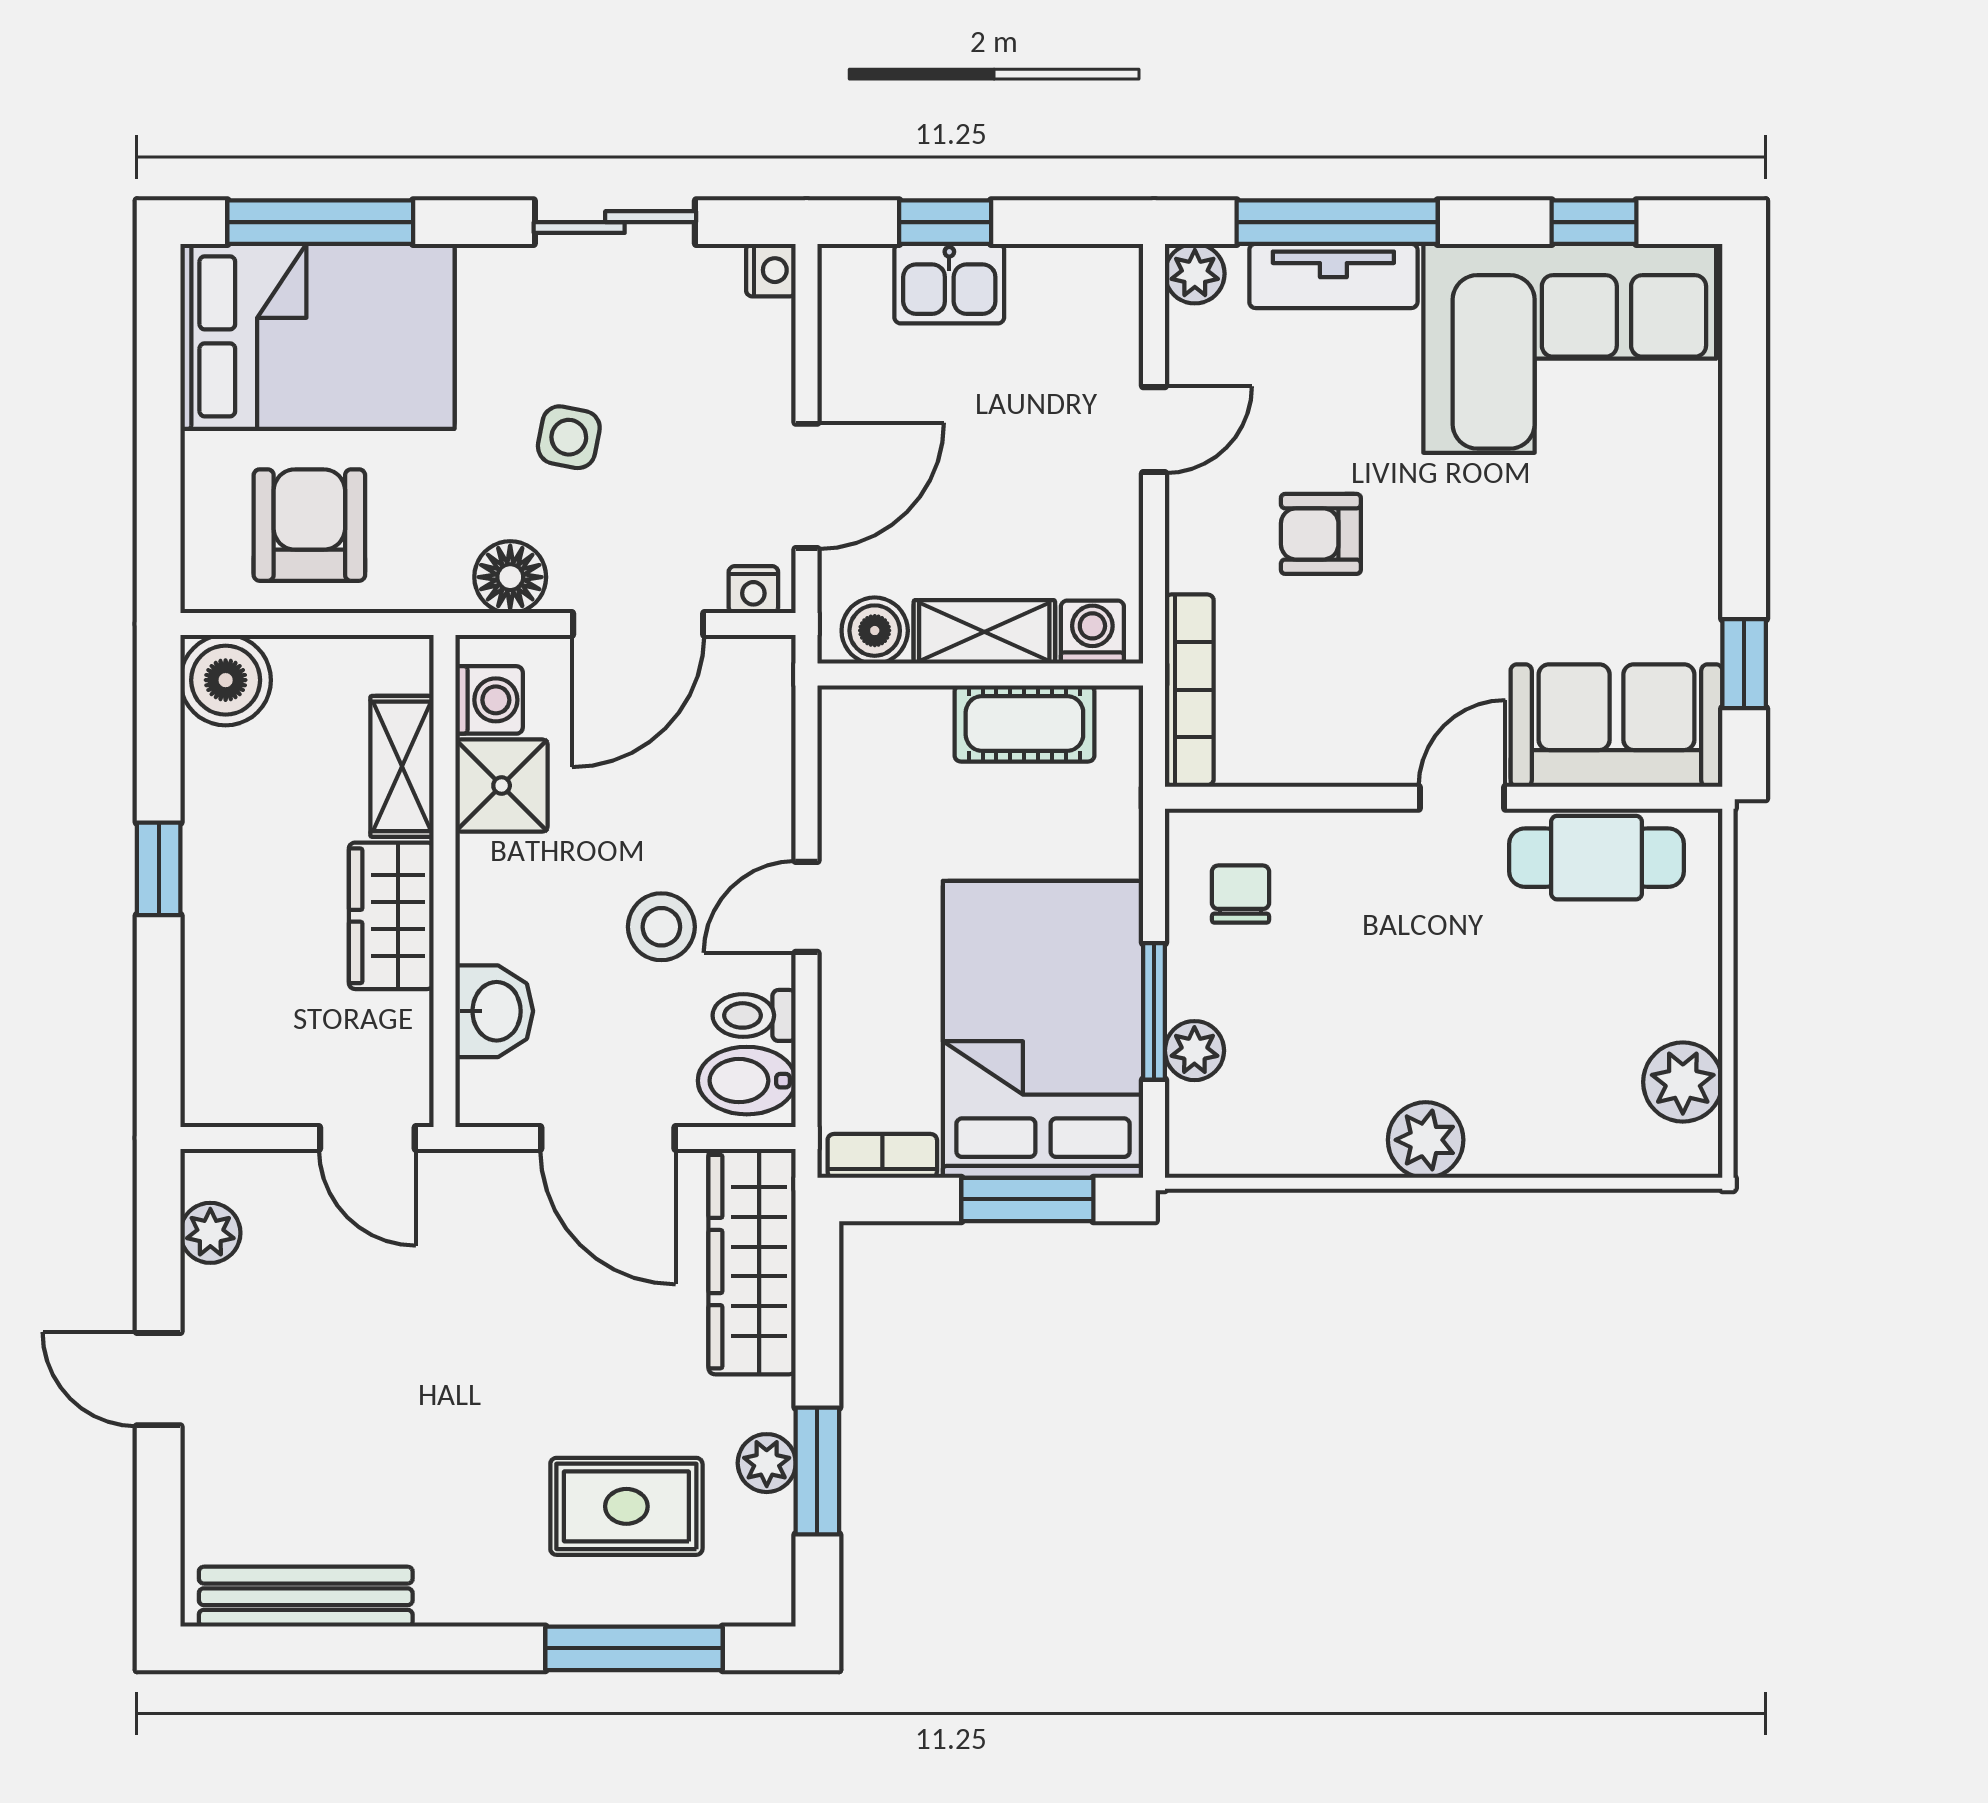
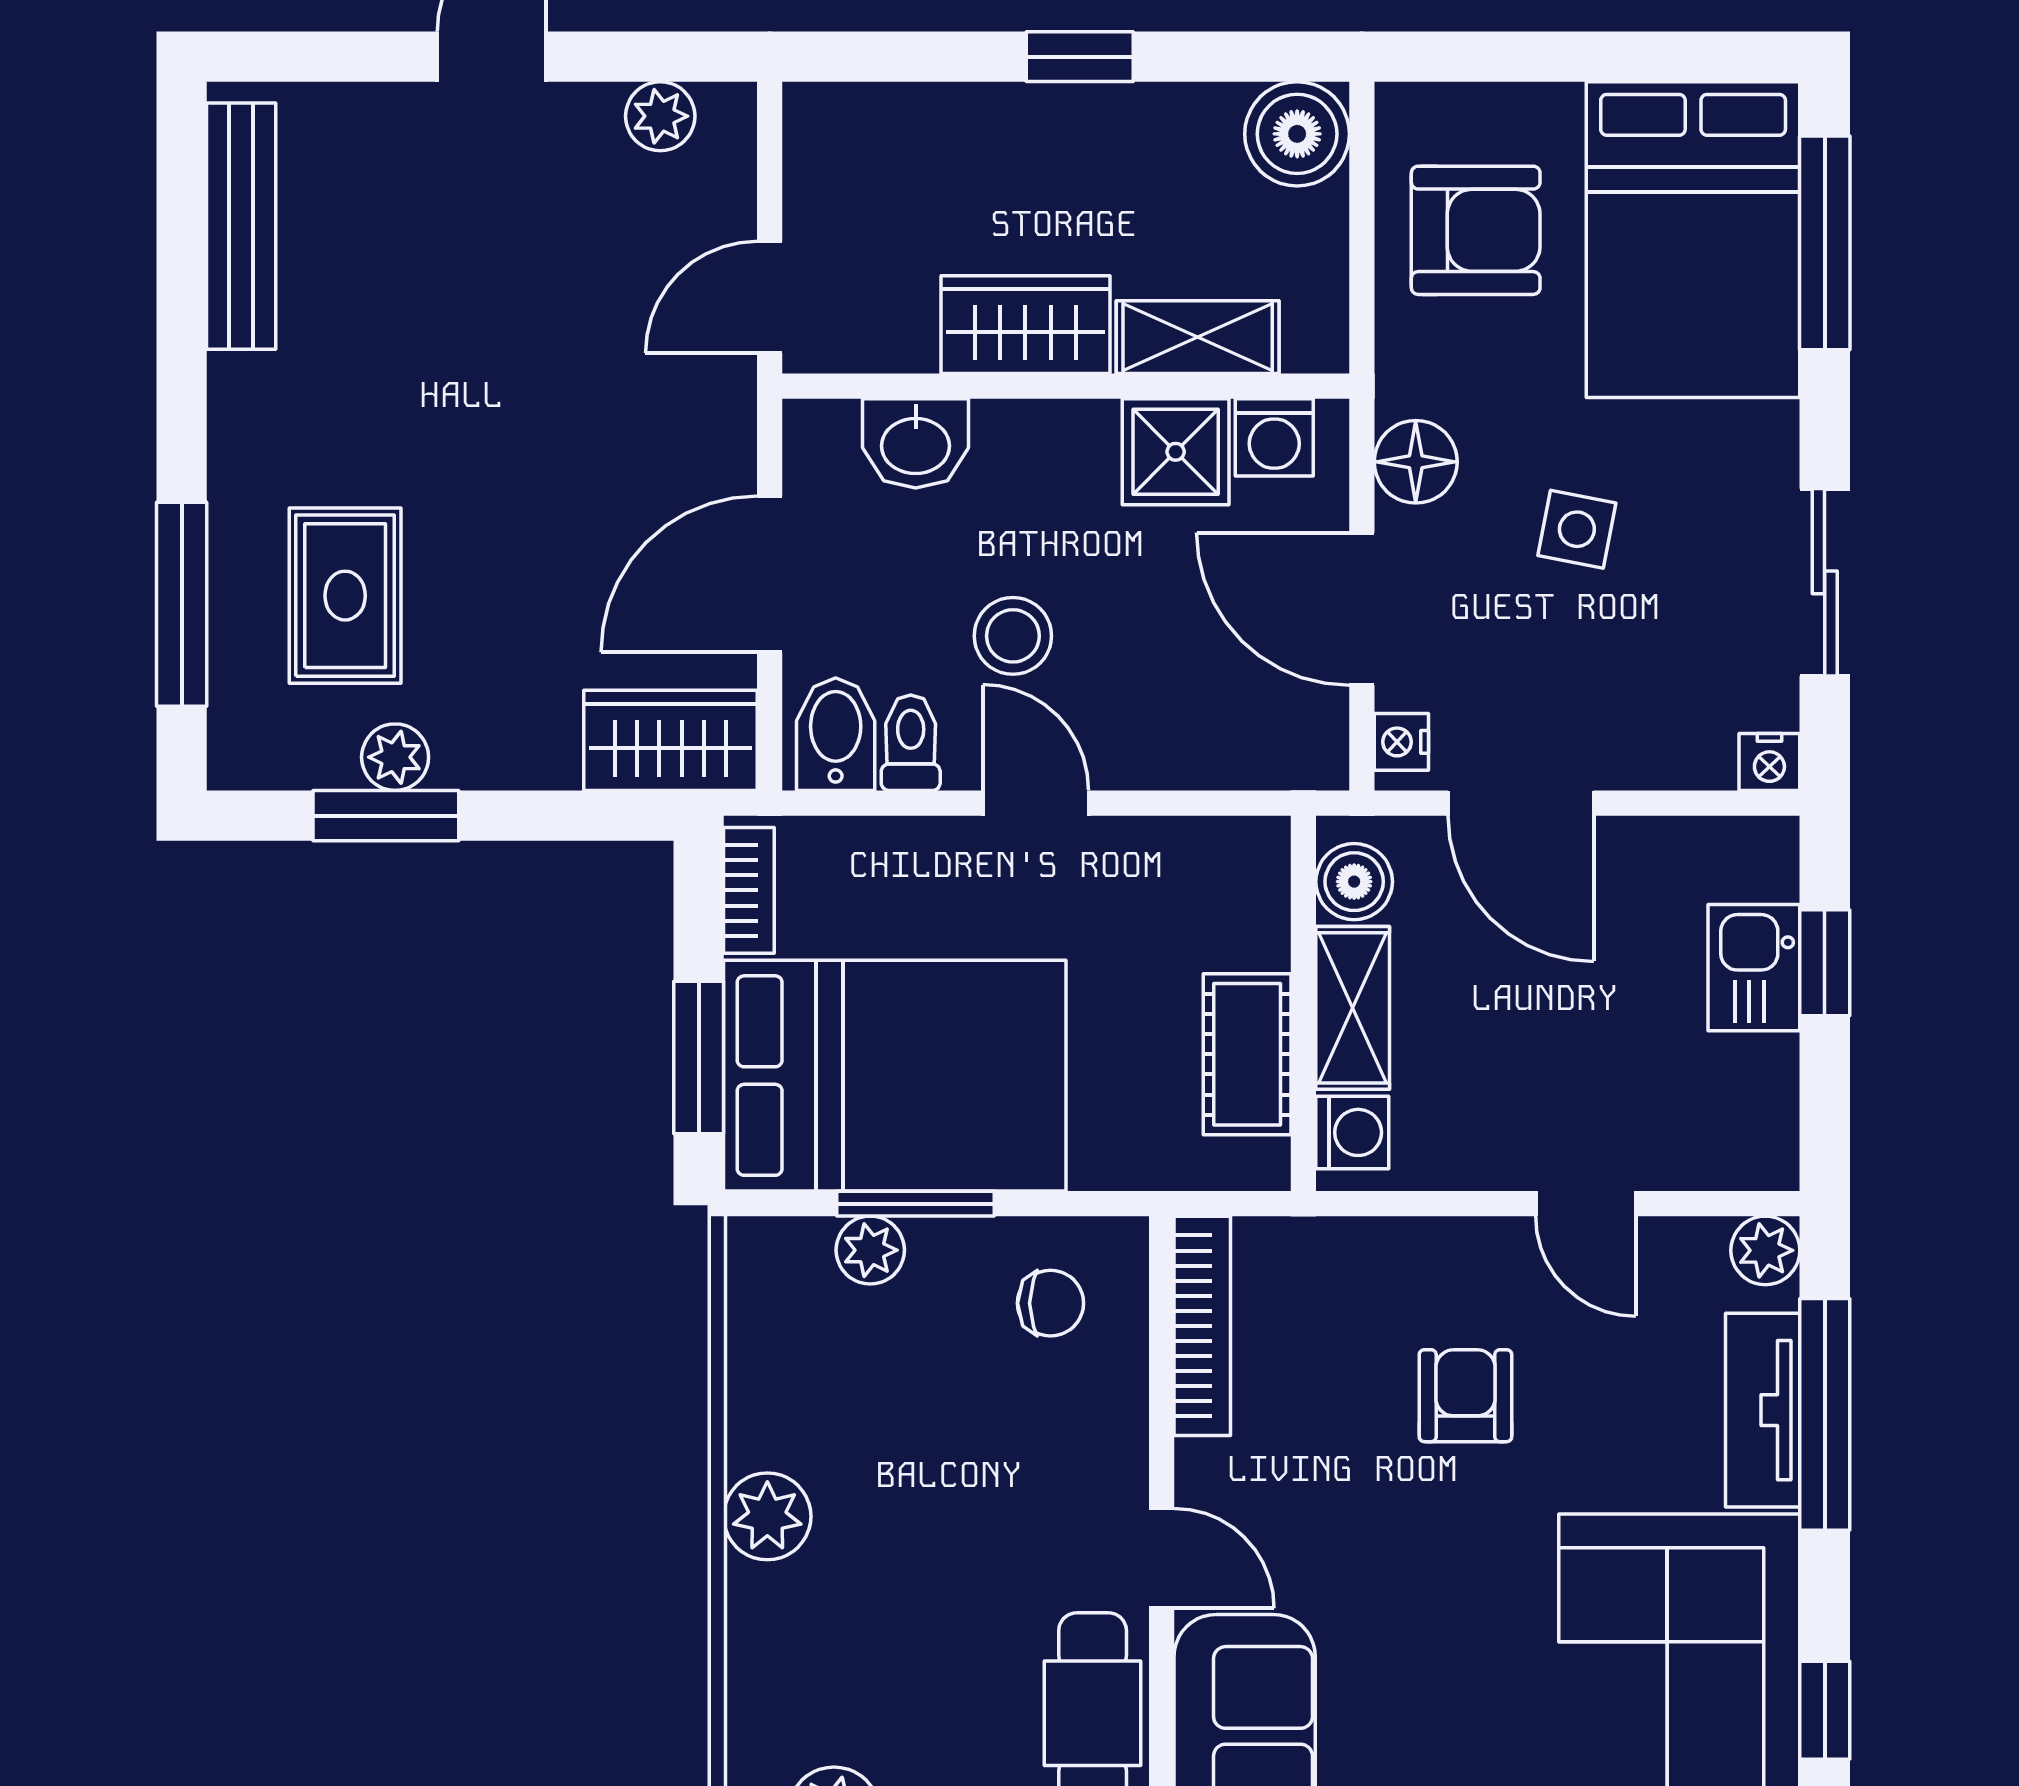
bookcase: (1189, 690) -> (1202, 1326), moved, turned -90
wardrobe: (752, 1262) -> (670, 740), width x0.67

